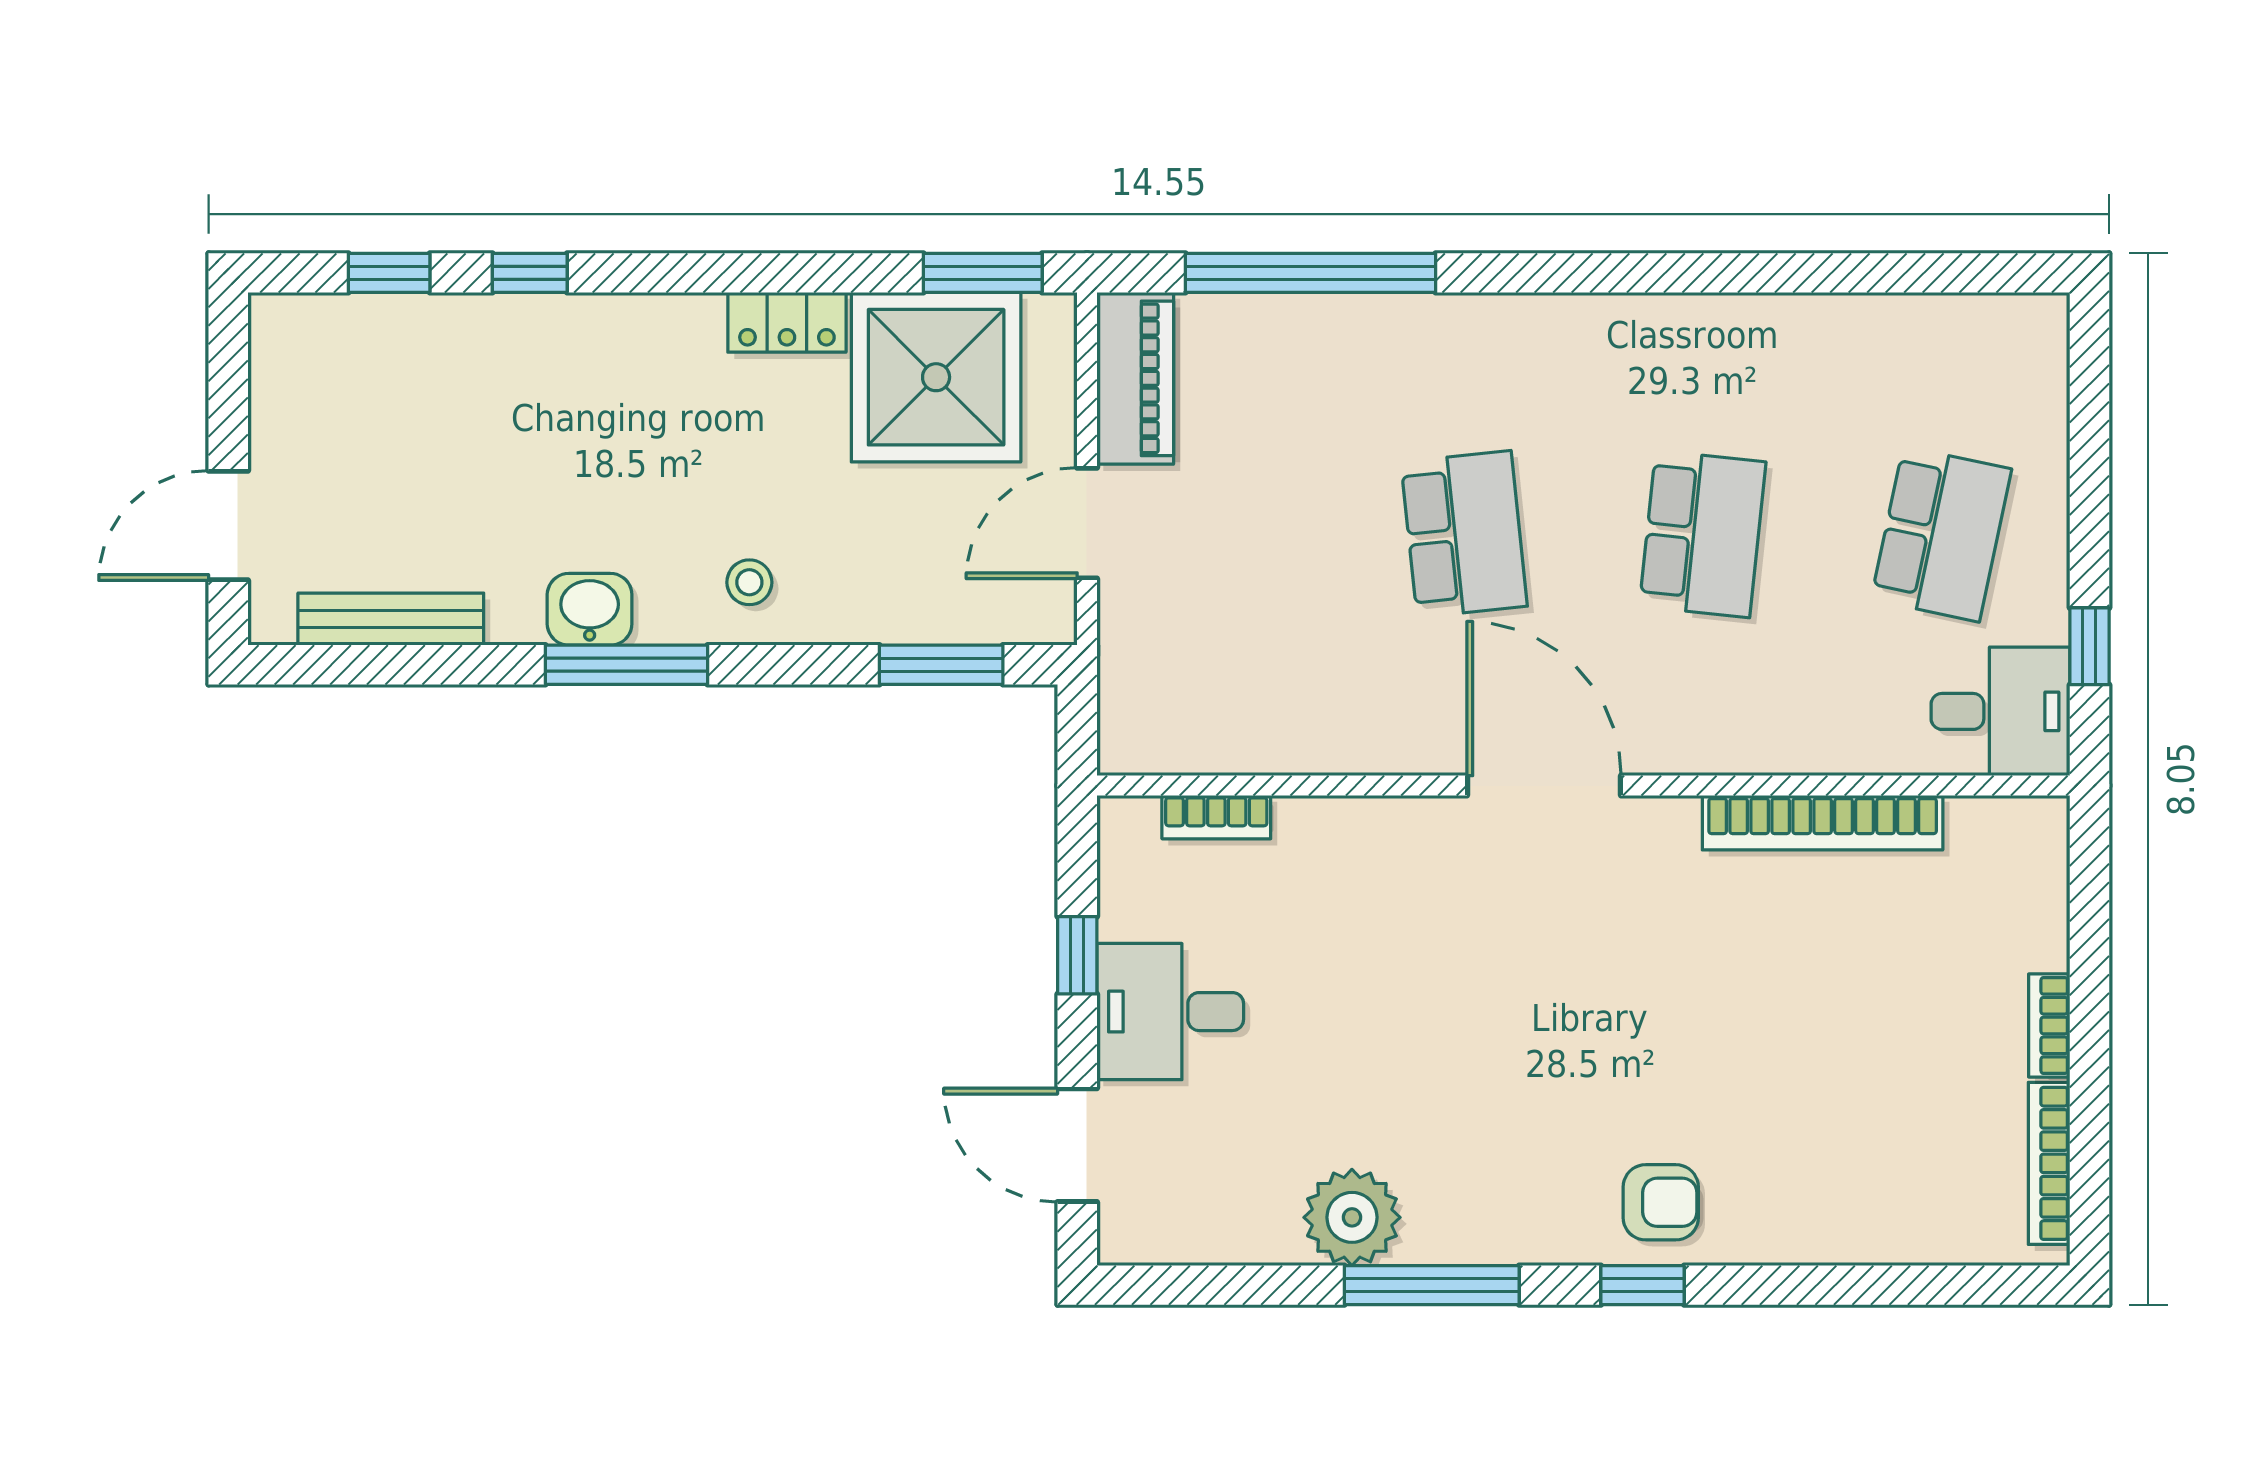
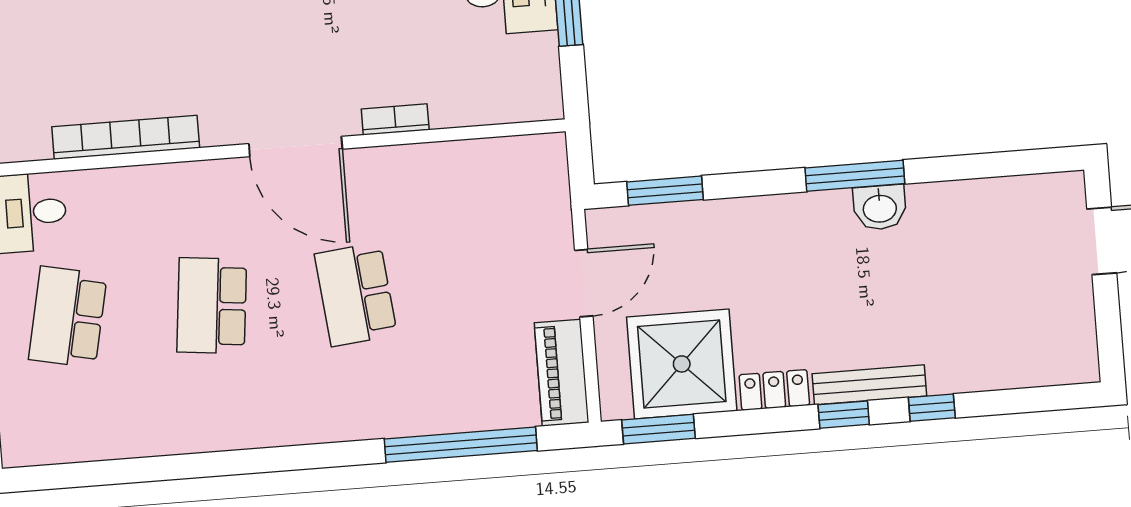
window: (389, 273) -> (844, 415), moved
stool: (749, 582) -> (785, 231), removed
bench: (391, 619) -> (869, 385), moved
bookcase: (1216, 817) -> (395, 119), moved

